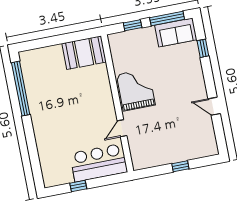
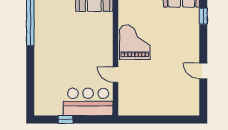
door: (122, 128) -> (115, 75), hinge flipped
window: (180, 166) -> (162, 120), removed

